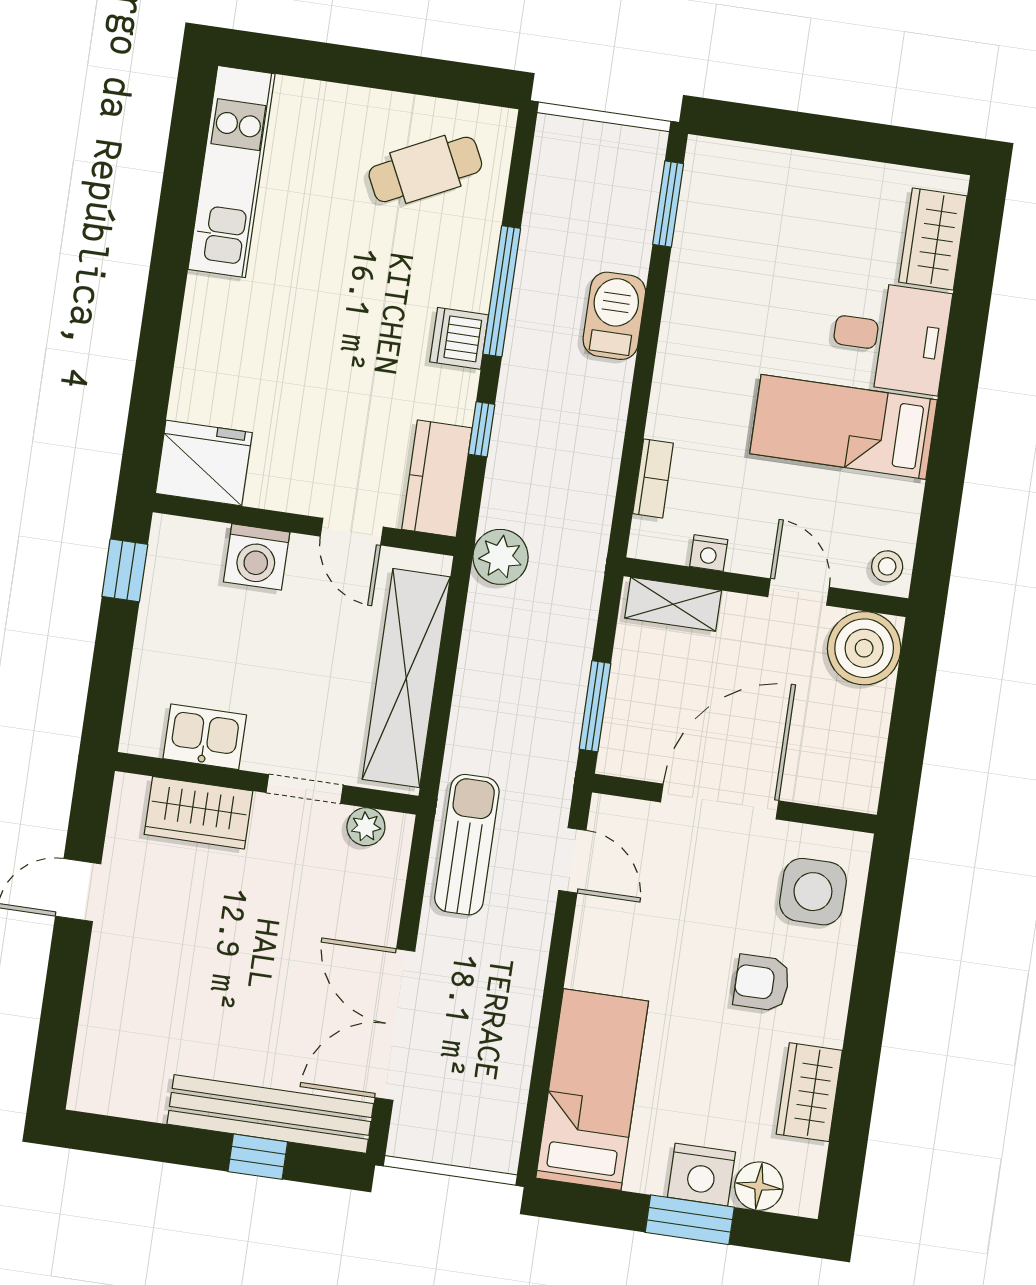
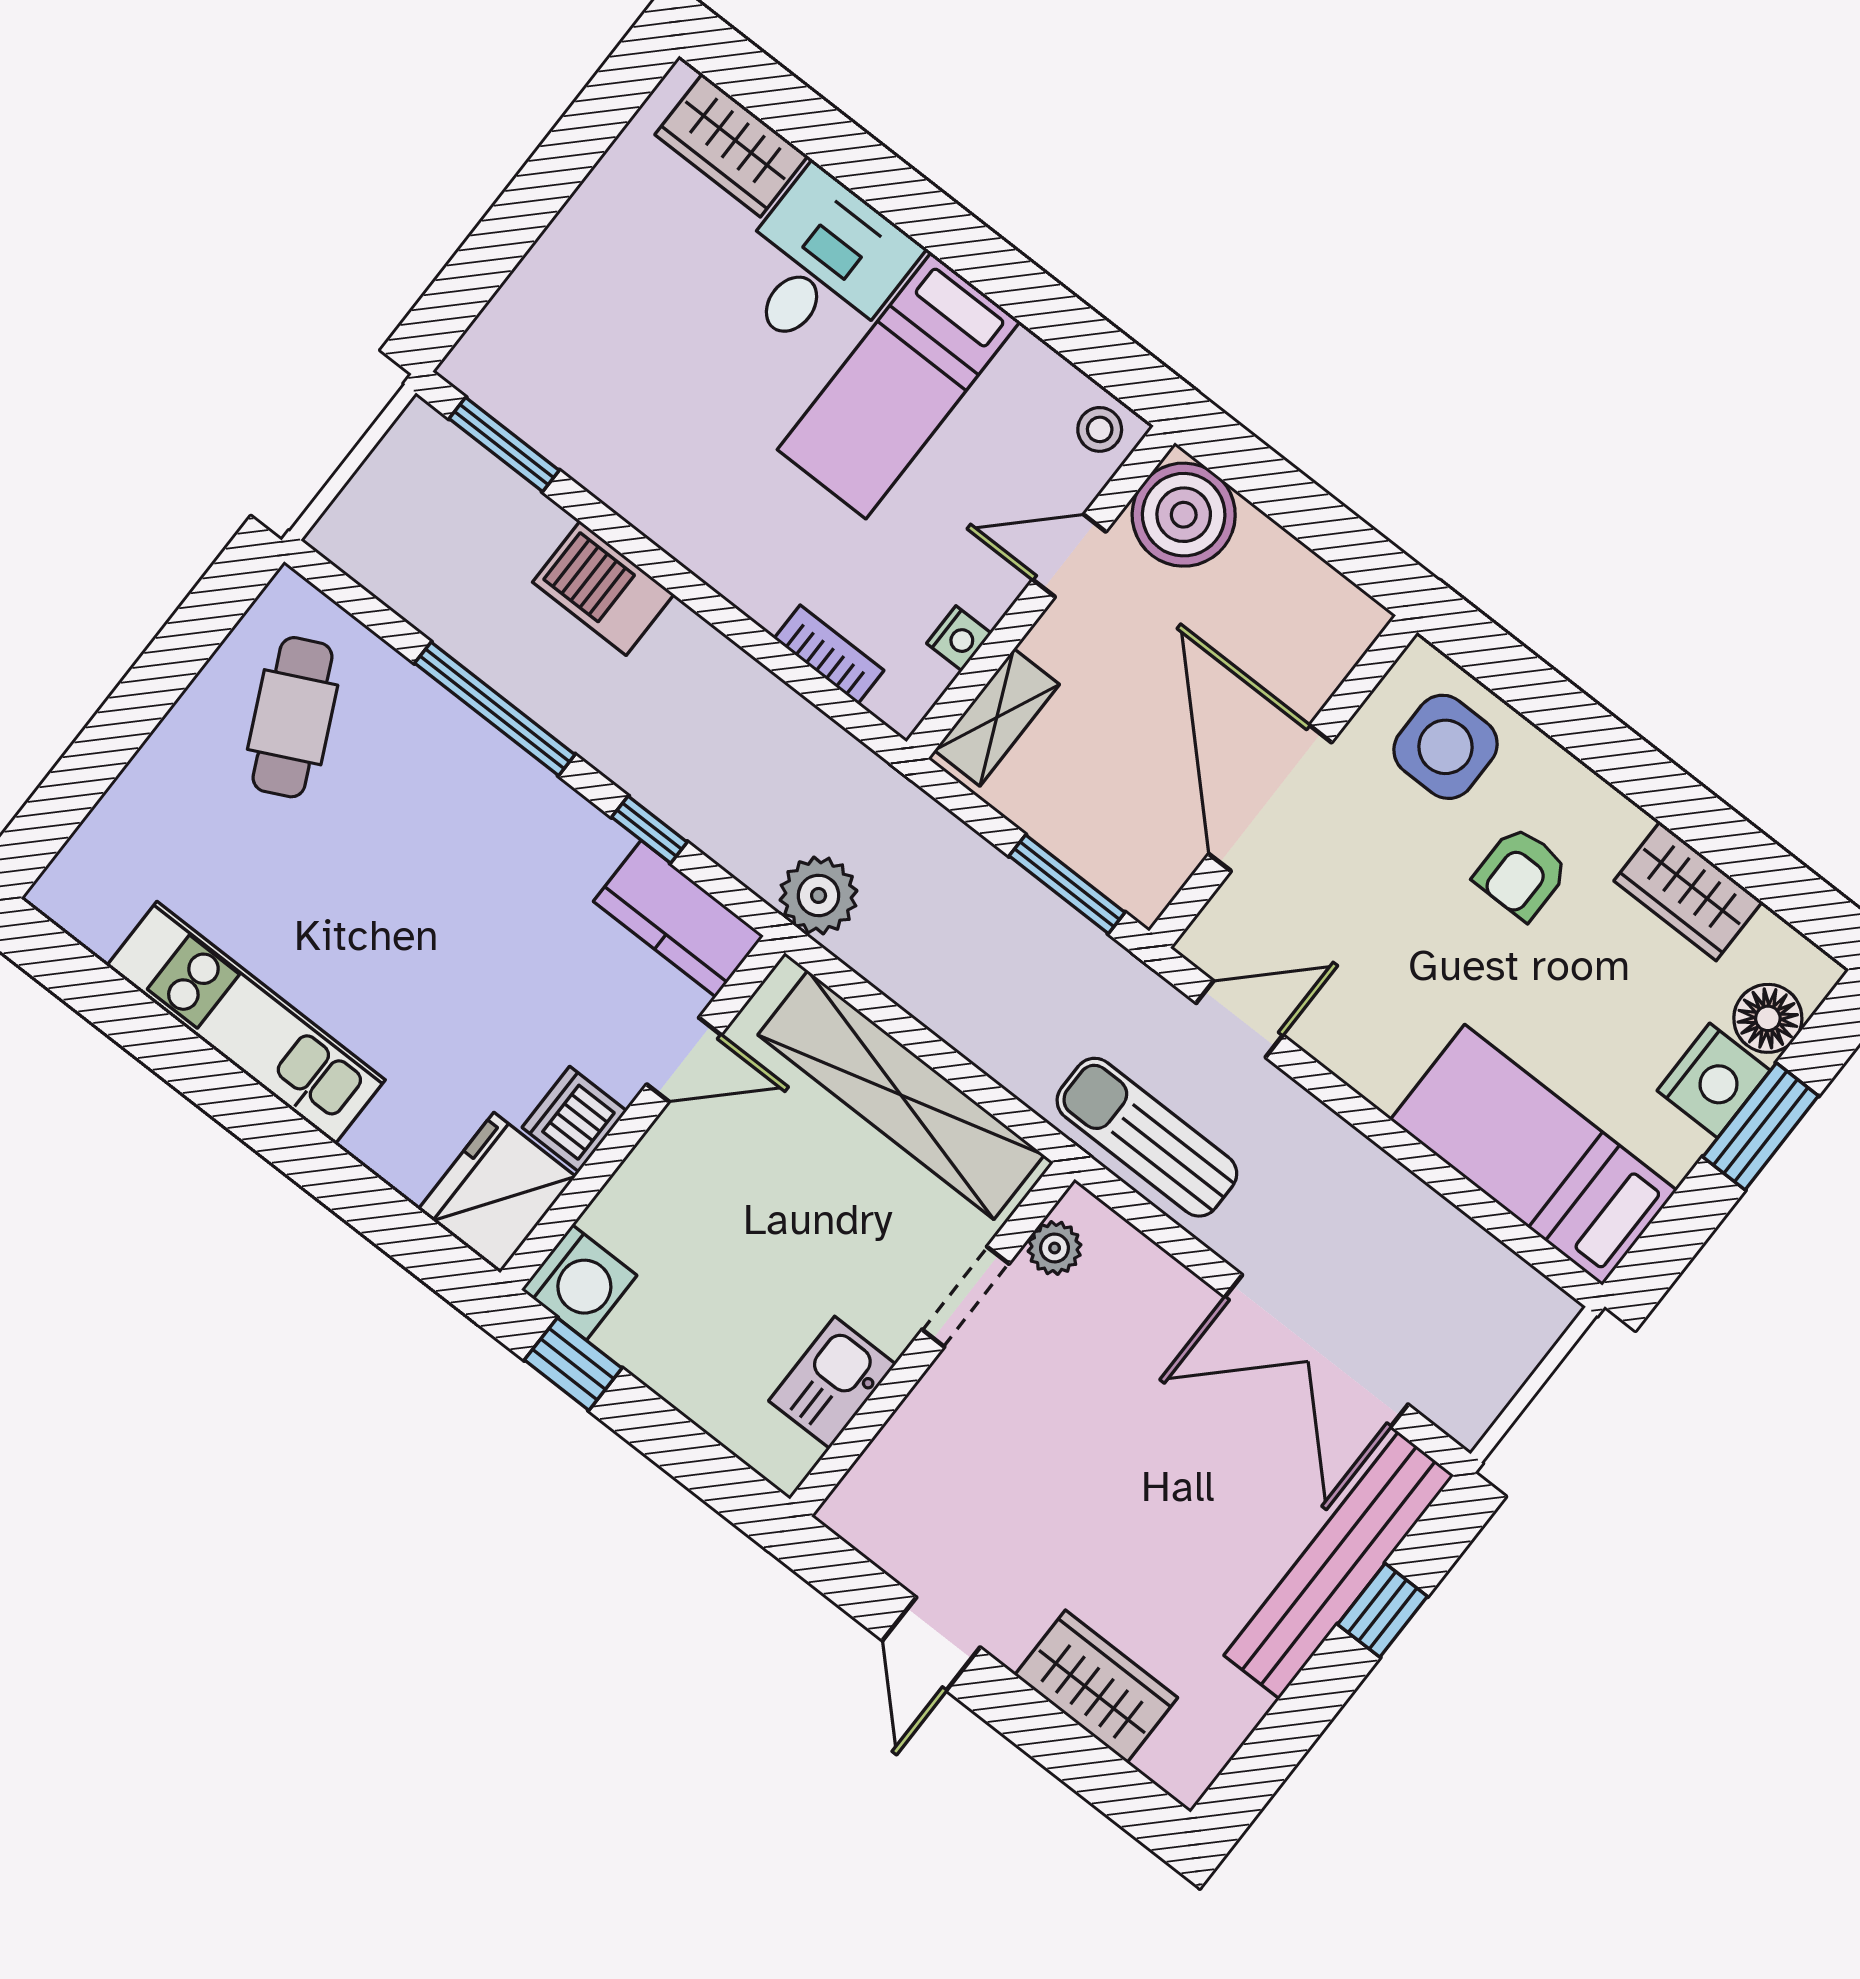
kitchen unit: (232, 172) -> (246, 1023), moved
dishwasher: (459, 338) -> (574, 1119), moved, turned 90
washing machine: (257, 557) -> (579, 1283), moved
wardrobe: (198, 813) -> (1096, 1686), moved, turned -90

